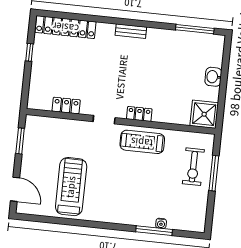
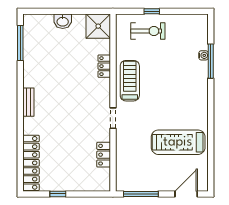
locker: (139, 114) -> (104, 66), moved
window: (20, 141) -> (141, 194), width x1.44
treadmill: (142, 142) -> (130, 81), turned 180
window: (214, 173) -> (152, 11), width x0.46

